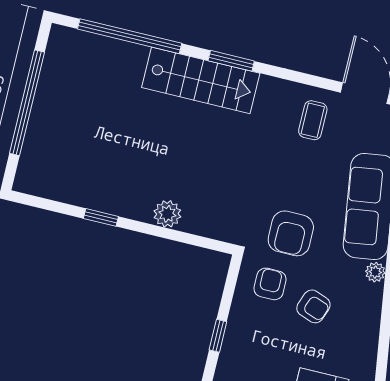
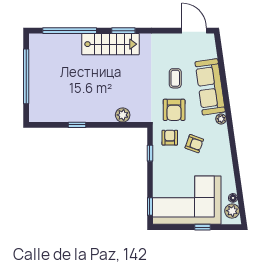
coffee table: (313, 120) -> (175, 78), moved
plant: (167, 214) -> (123, 115), moved
window: (218, 336) -> (150, 153), moved

